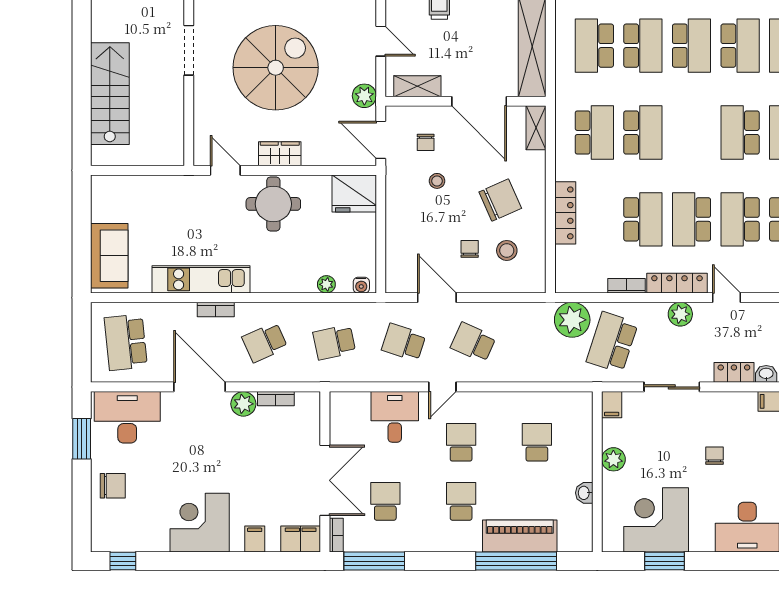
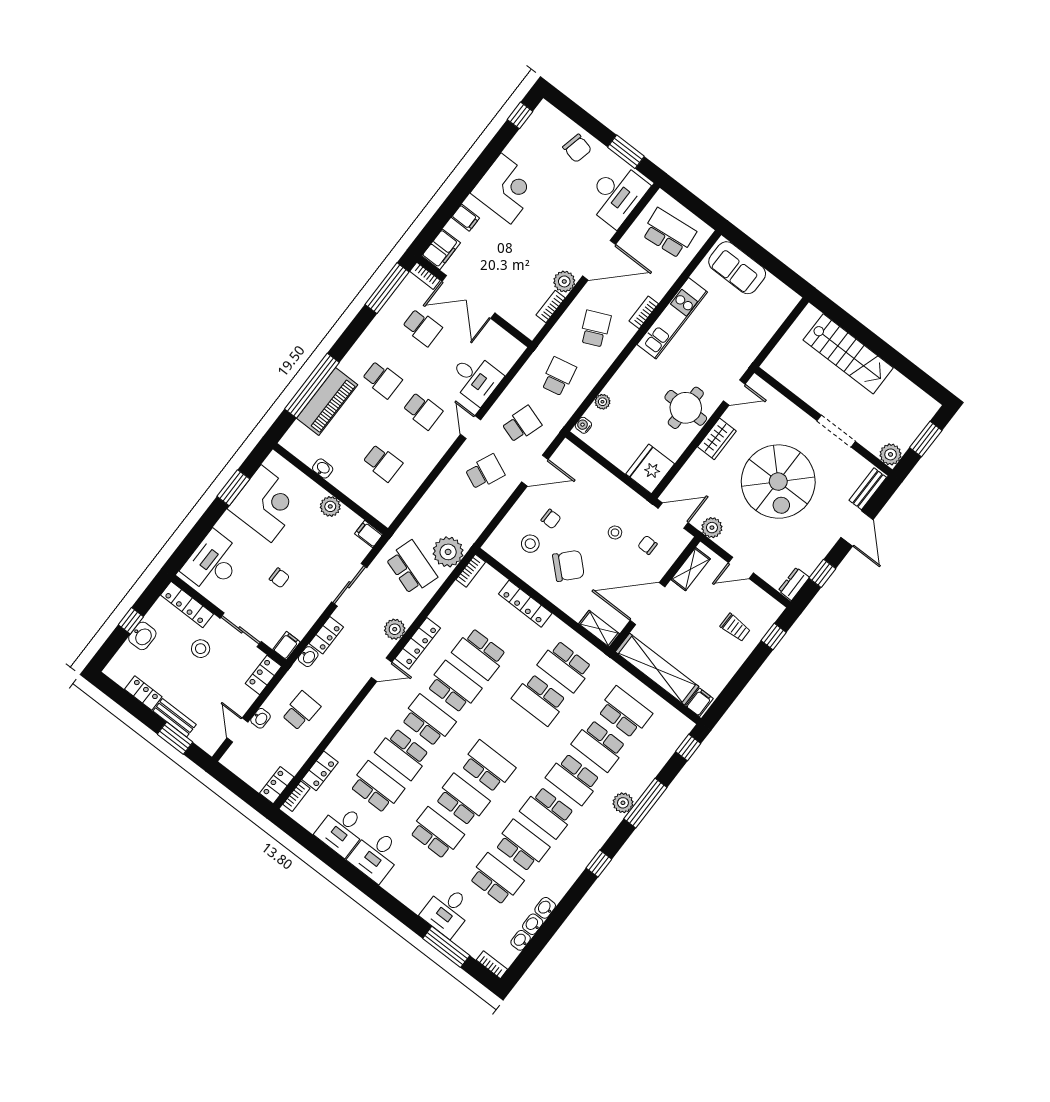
chair: (500, 200) -> (568, 566), turned -113
bookcase: (626, 286) -> (471, 571), moved
chair: (113, 486) -> (577, 148), turned -77

